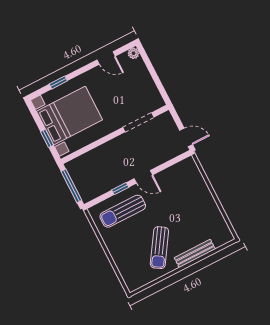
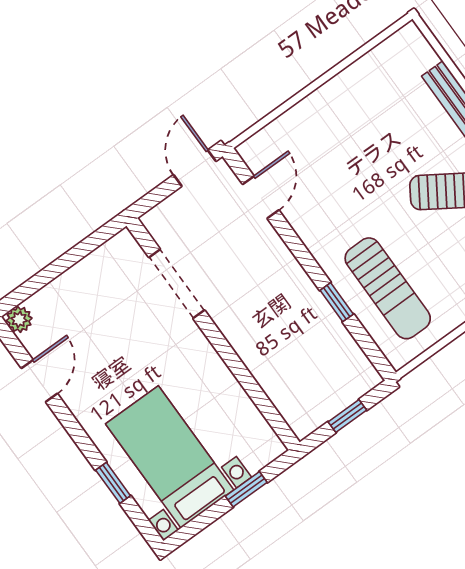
bed with nightstands: (69, 116) -> (170, 457), width x0.73
door: (143, 177) -> (261, 197), moved
window: (71, 186) -> (347, 416), width x0.46

